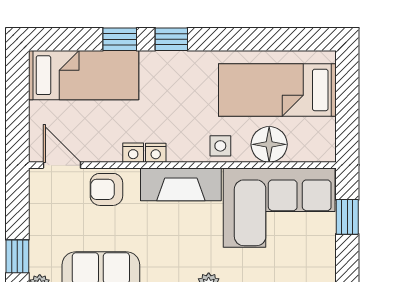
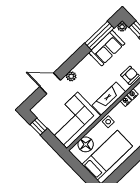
floor lamp: (269, 144) -> (86, 144), moved
window: (347, 217) -> (39, 127), moved

